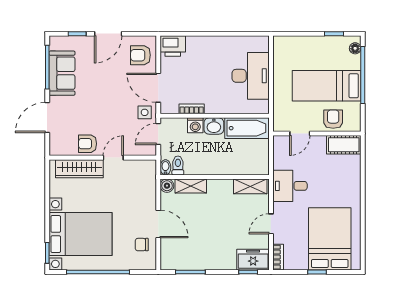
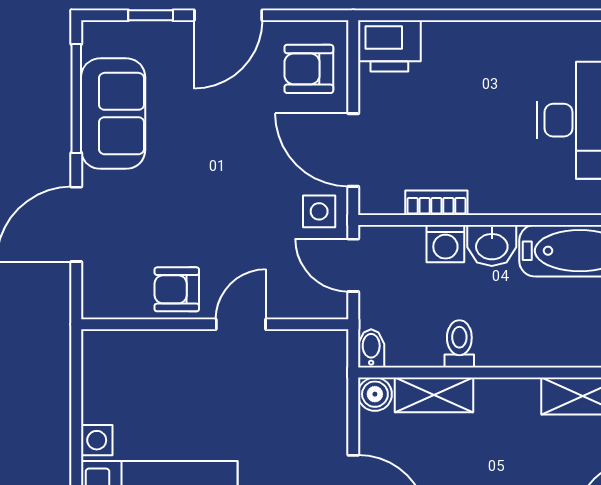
door: (158, 134) -> (353, 265), hinge flipped
toilet: (178, 166) -> (459, 344), moved
wardrobe: (79, 169) -> (156, 352), removed

